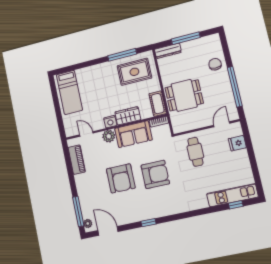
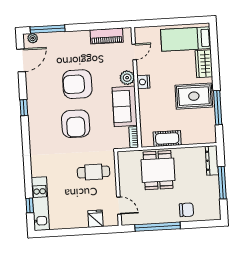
rug: (134, 72) -> (194, 96), moved, turned 90
cot: (158, 104) -> (167, 138), moved
wardrobe: (128, 116) -> (204, 64), moved, turned 180

